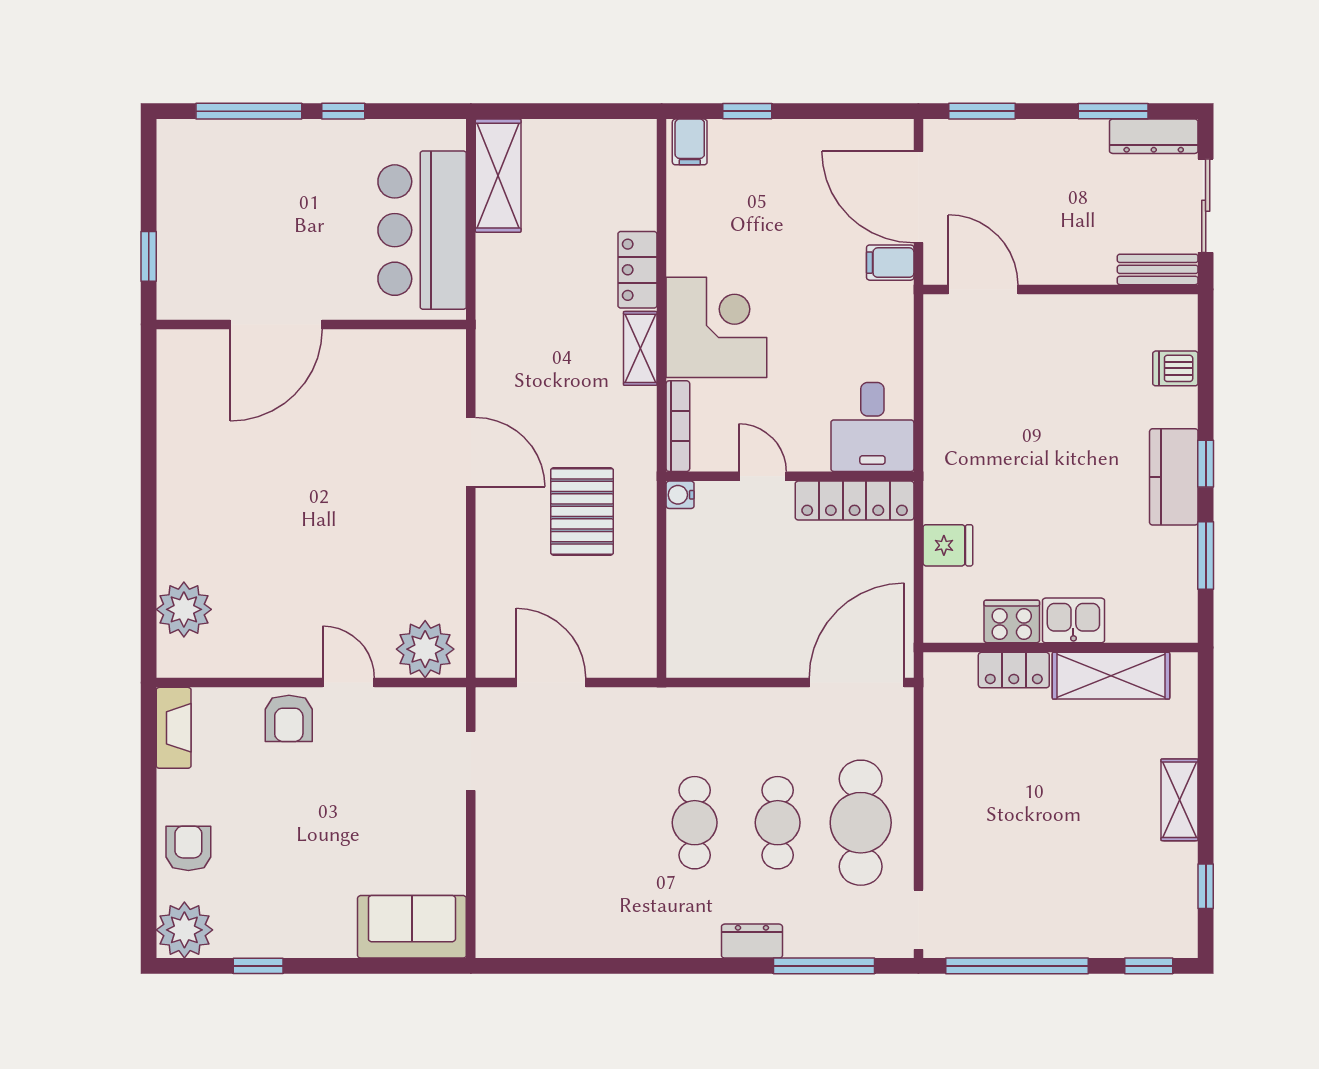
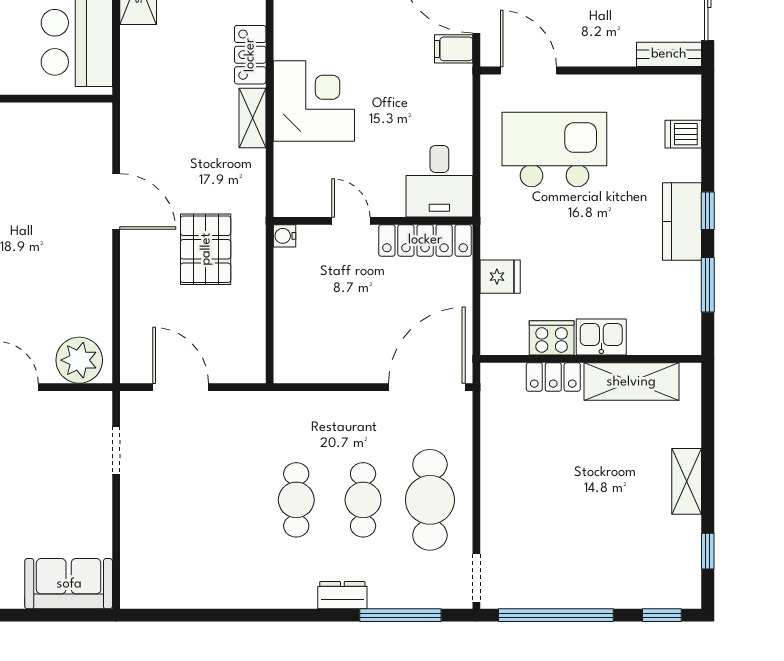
kitchen island: (1015, 388) -> (554, 149), added
bookcase: (678, 426) -> (283, 181), removed

